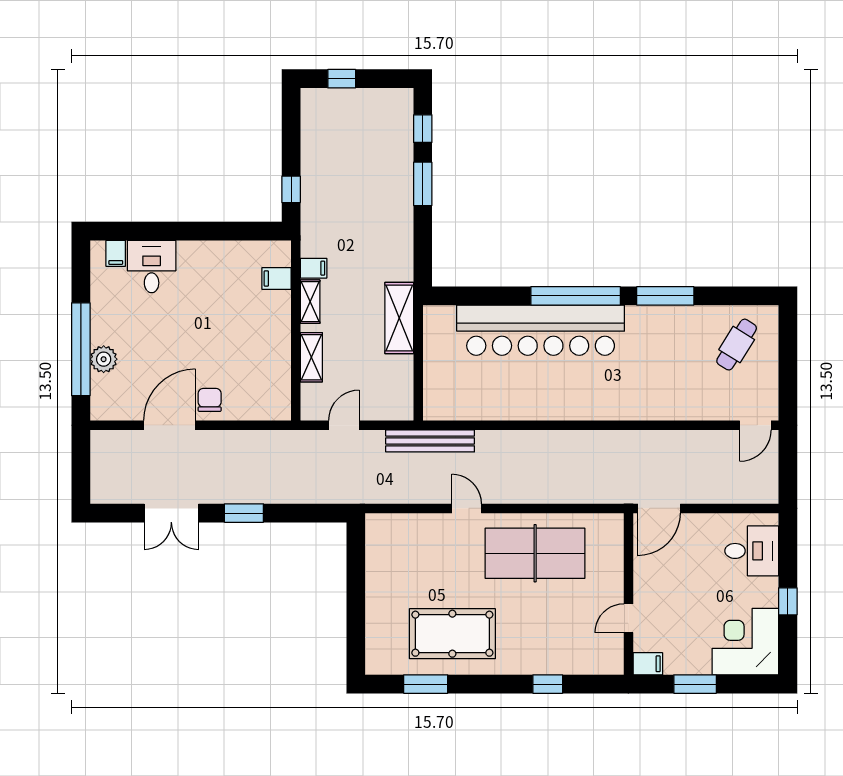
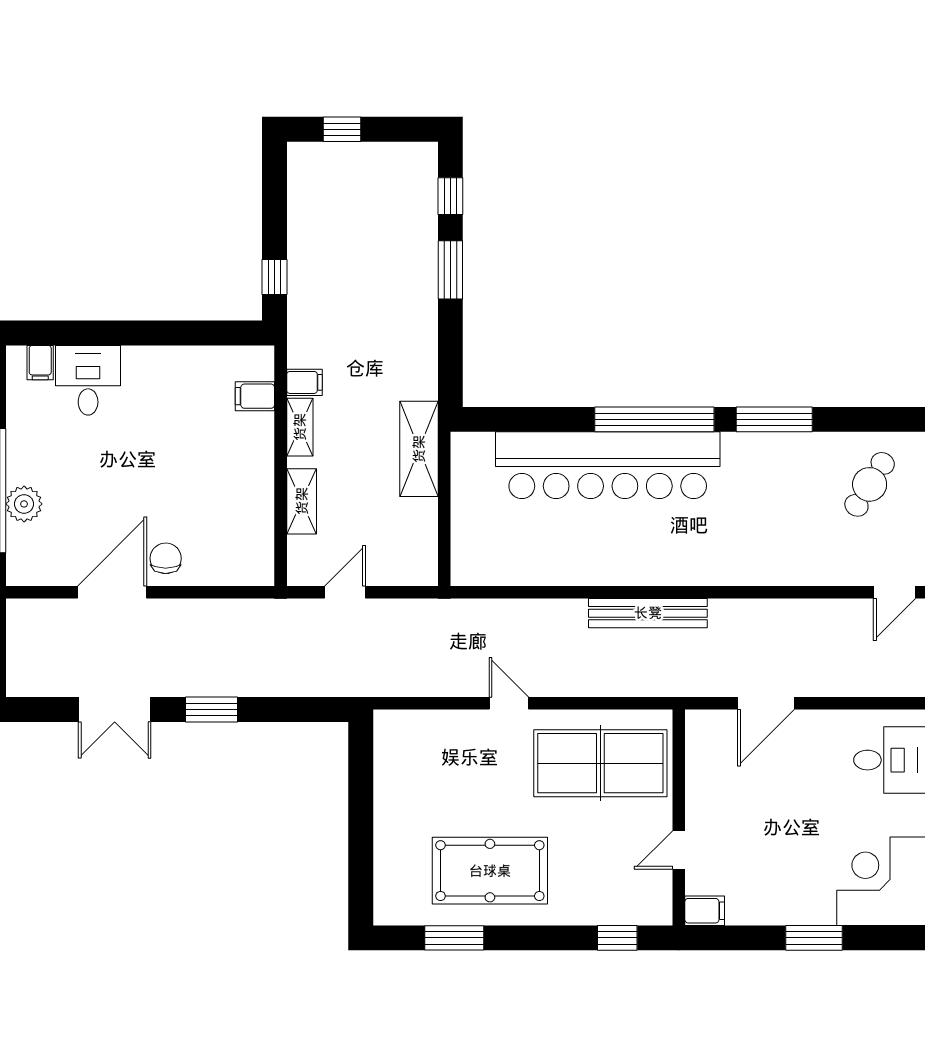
bench: (430, 441) -> (648, 613), moved
wall: (628, 594) -> (679, 818), moved
door: (628, 618) -> (679, 850), moved
filing cabinet: (648, 664) -> (705, 911), moved

